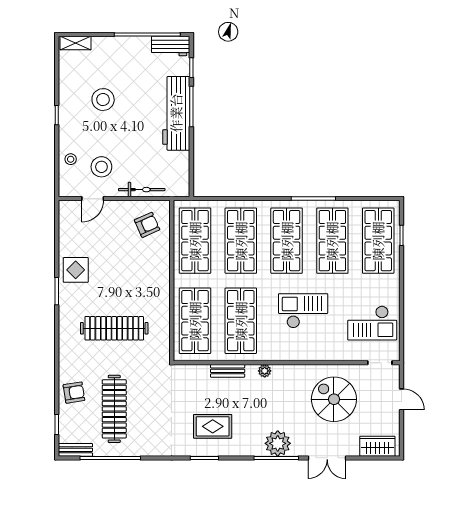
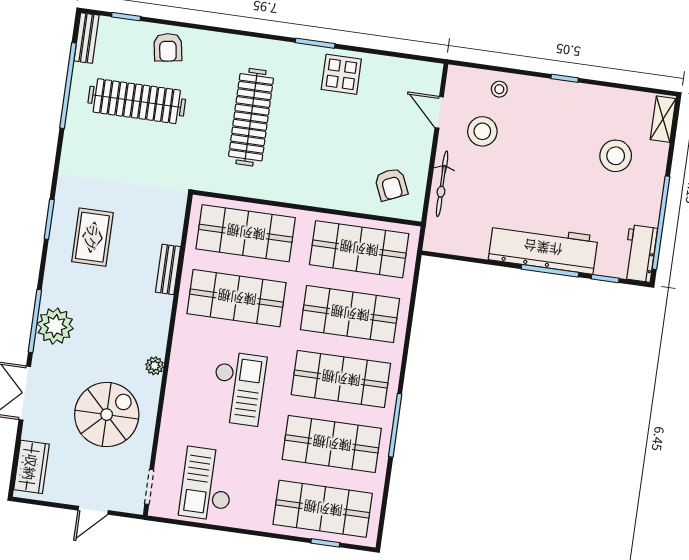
stool: (103, 100) -> (616, 156), moved
plant: (265, 371) -> (155, 366), moved

